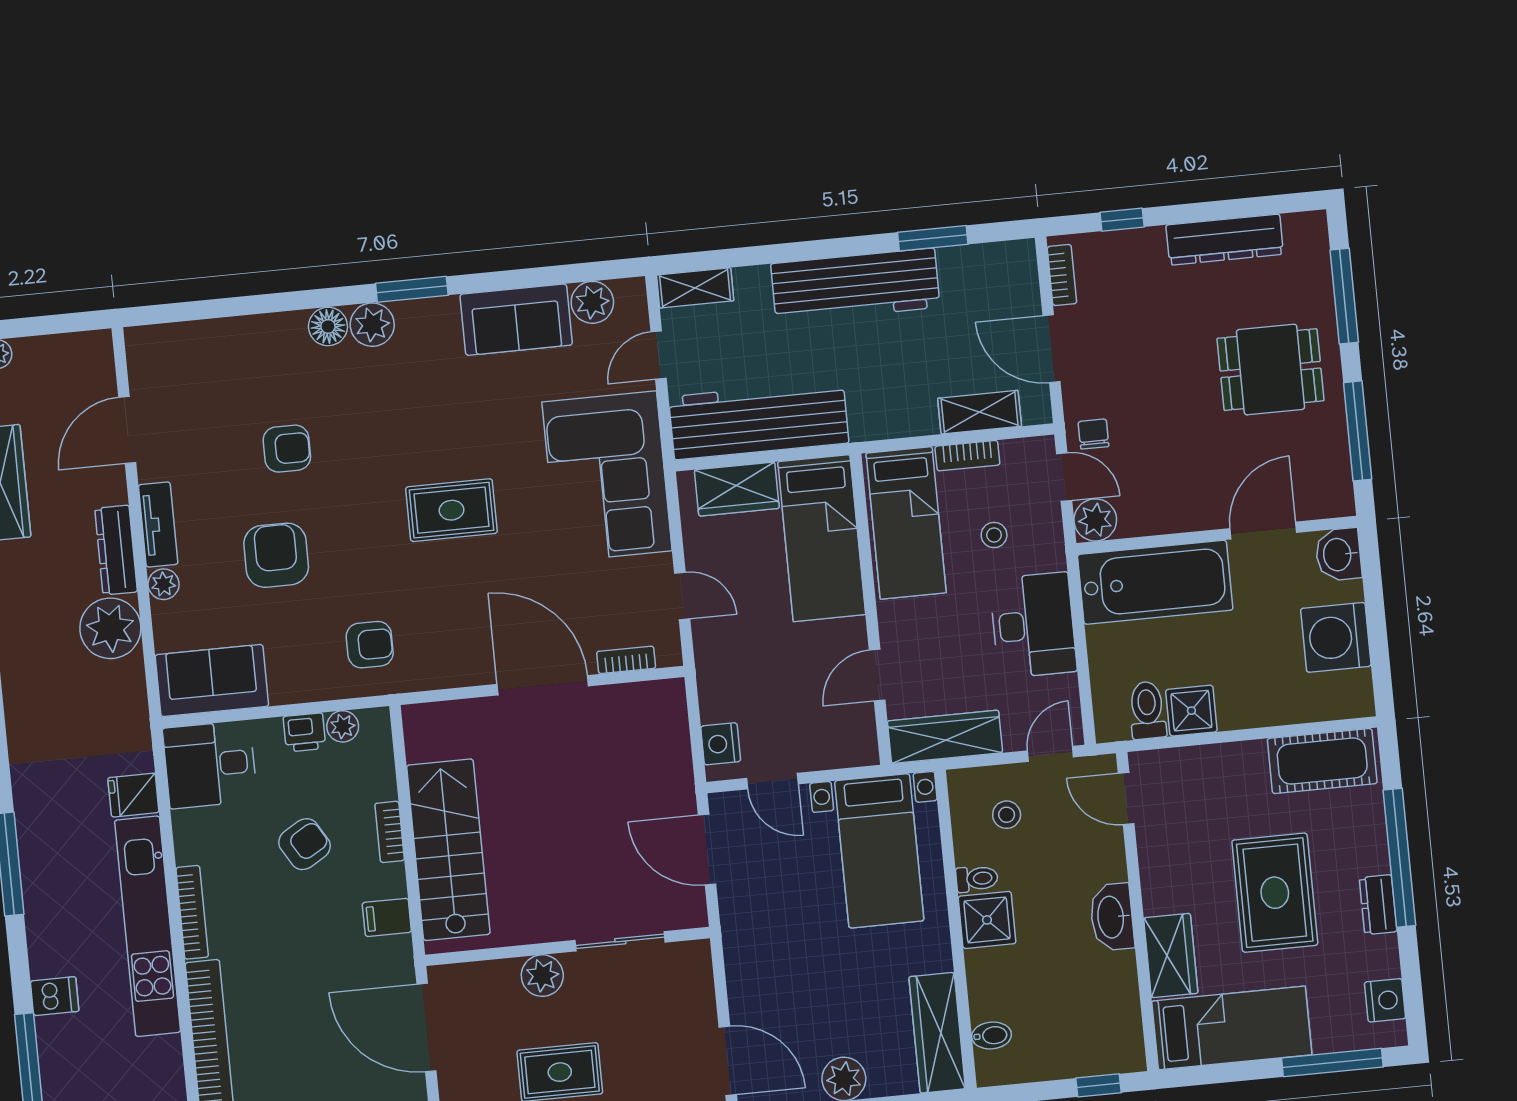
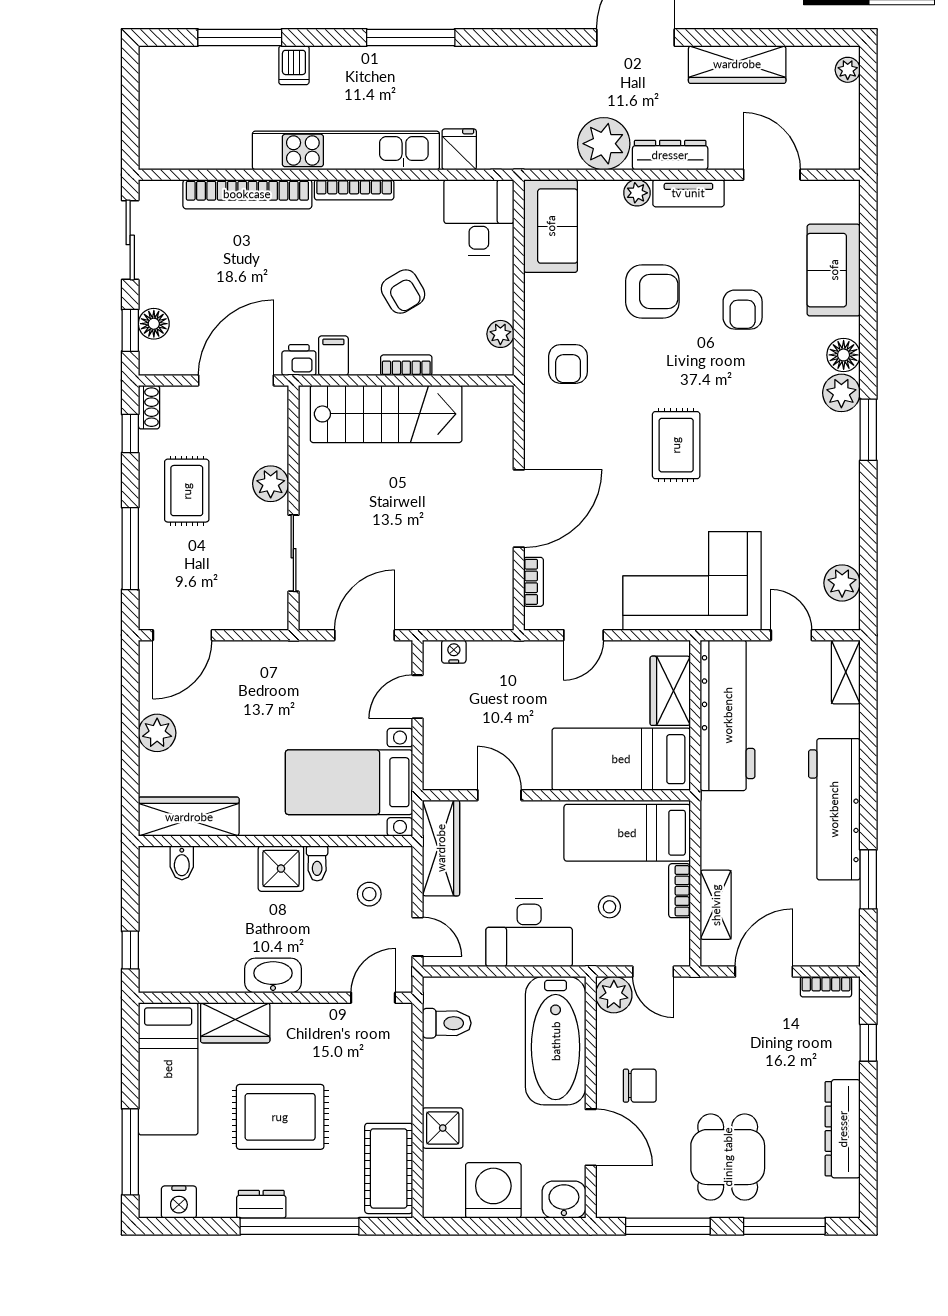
sofa: (516, 320) -> (834, 270), moved
chair: (1093, 434) -> (640, 1086), moved, width x1.37, depth x1.37
door: (1064, 477) -> (653, 972), hinge flipped
shower: (1191, 711) -> (443, 1128), moved
printer: (304, 732) -> (299, 360), moved, turned 90
nightstand: (721, 744) -> (454, 652), width x0.72, depth x0.74

